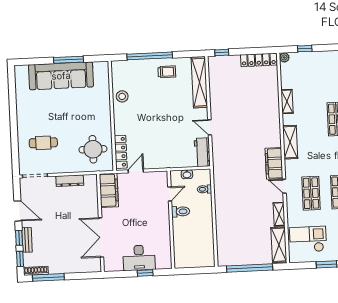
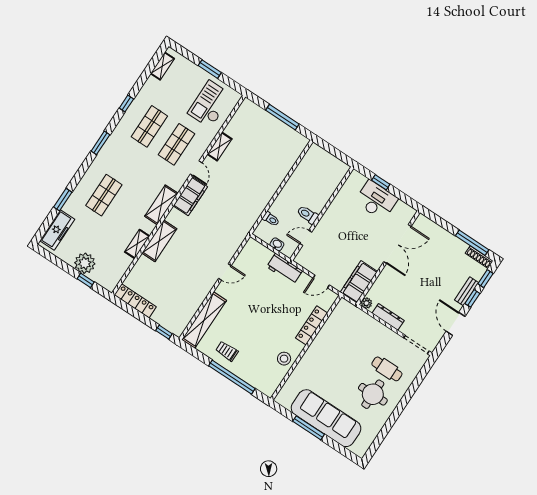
plant: (284, 57) -> (85, 263), moved, width x1.88, depth x1.88
door: (210, 127) -> (225, 272), hinge flipped
round table: (93, 149) -> (373, 394), moved
locker: (121, 152) -> (311, 325), moved
workbench: (202, 152) -> (284, 269), moved, turned 90
plant: (92, 179) -> (366, 303), added
checkout: (308, 239) -> (210, 104), turned 90
shelving: (279, 245) -> (159, 241), moved
window: (250, 268) -> (282, 117), width x0.68

